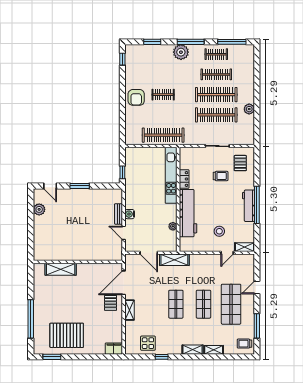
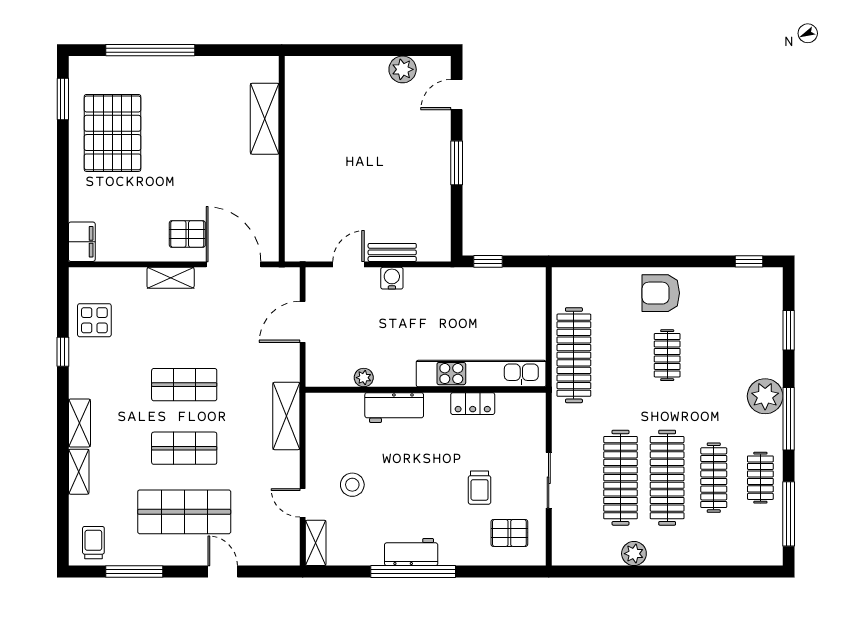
workbench: (249, 206) -> (411, 552), width x0.73
workbench: (188, 213) -> (394, 408), width x0.53, depth x0.76
shelving: (174, 260) -> (286, 416), moved

